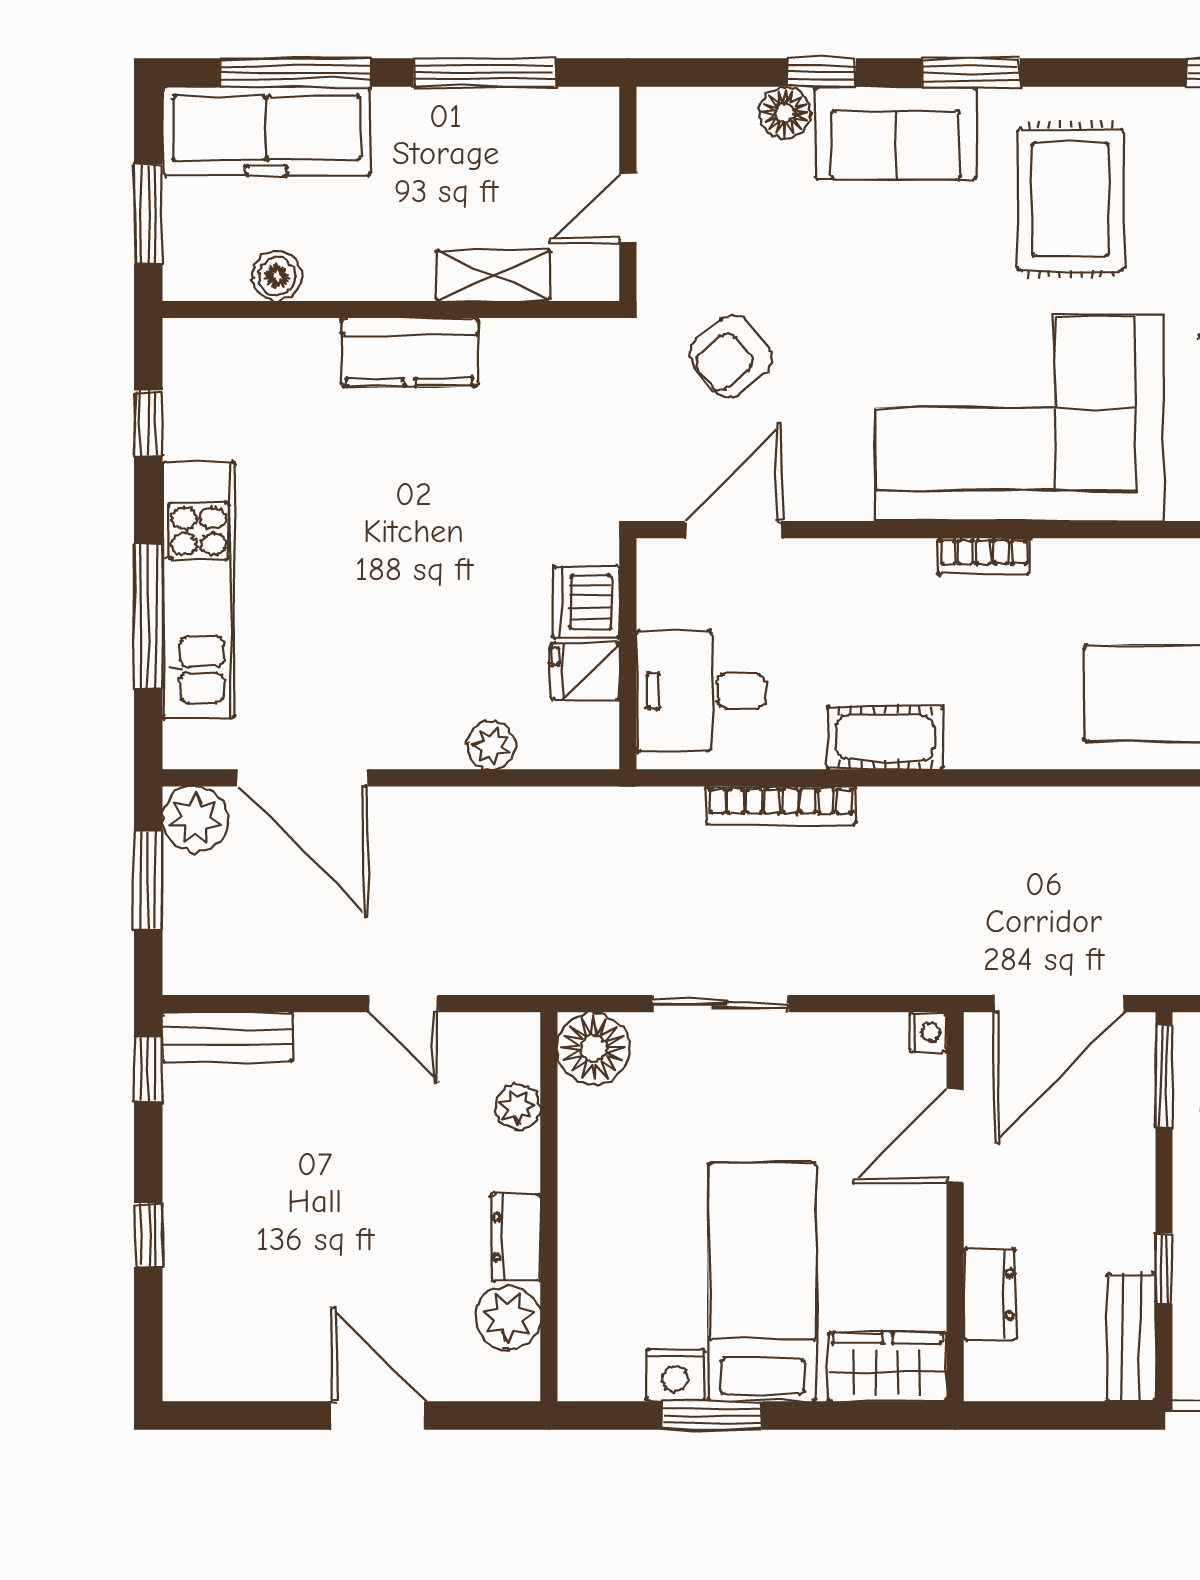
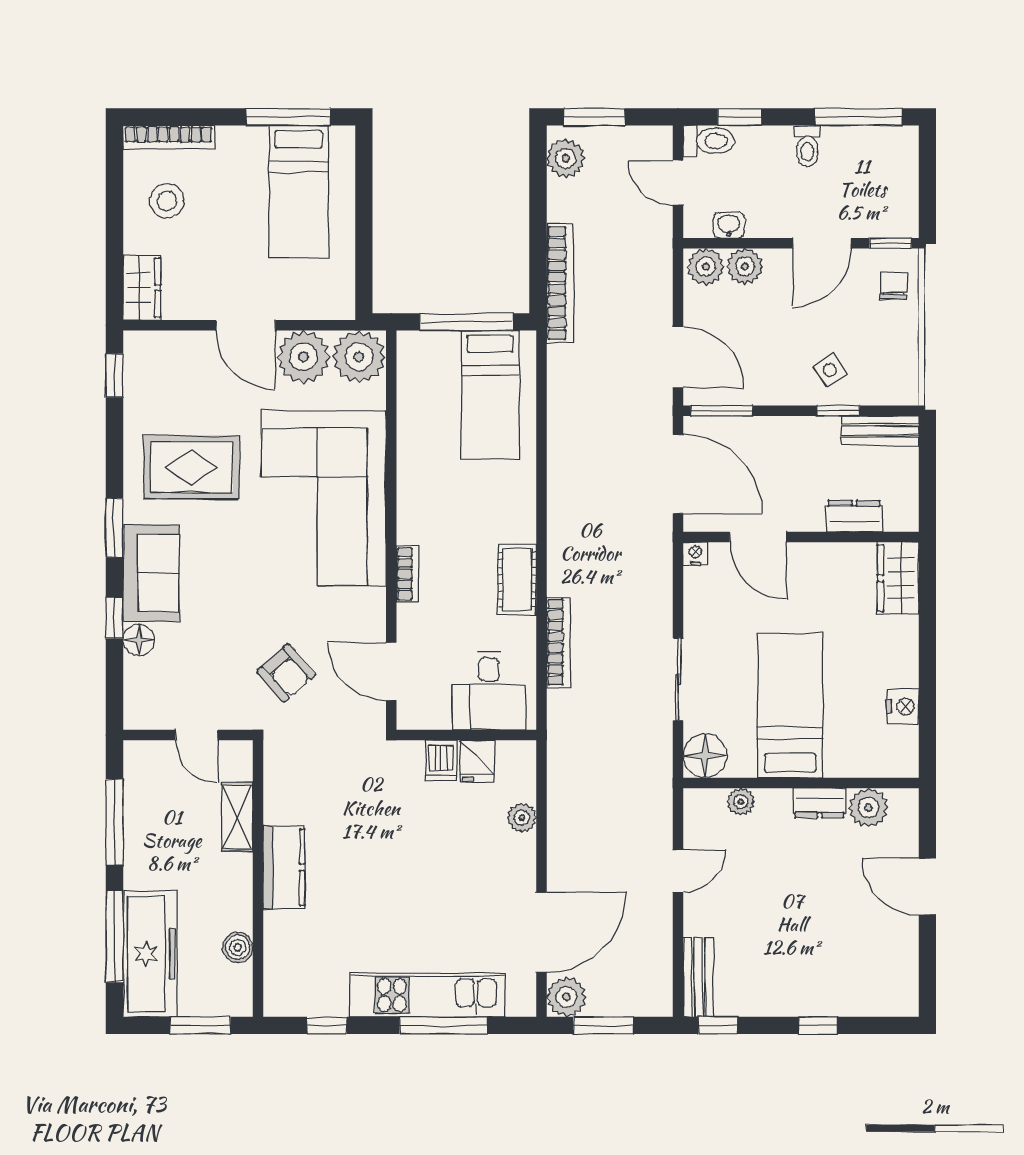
bookcase: (984, 556) -> (407, 574), moved
dishwasher: (586, 602) -> (441, 761), width x0.73
bed: (762, 1282) -> (790, 706), moved, turned 90
door: (378, 1415) -> (927, 886), hinge flipped
window: (712, 1415) -> (927, 684), removed

